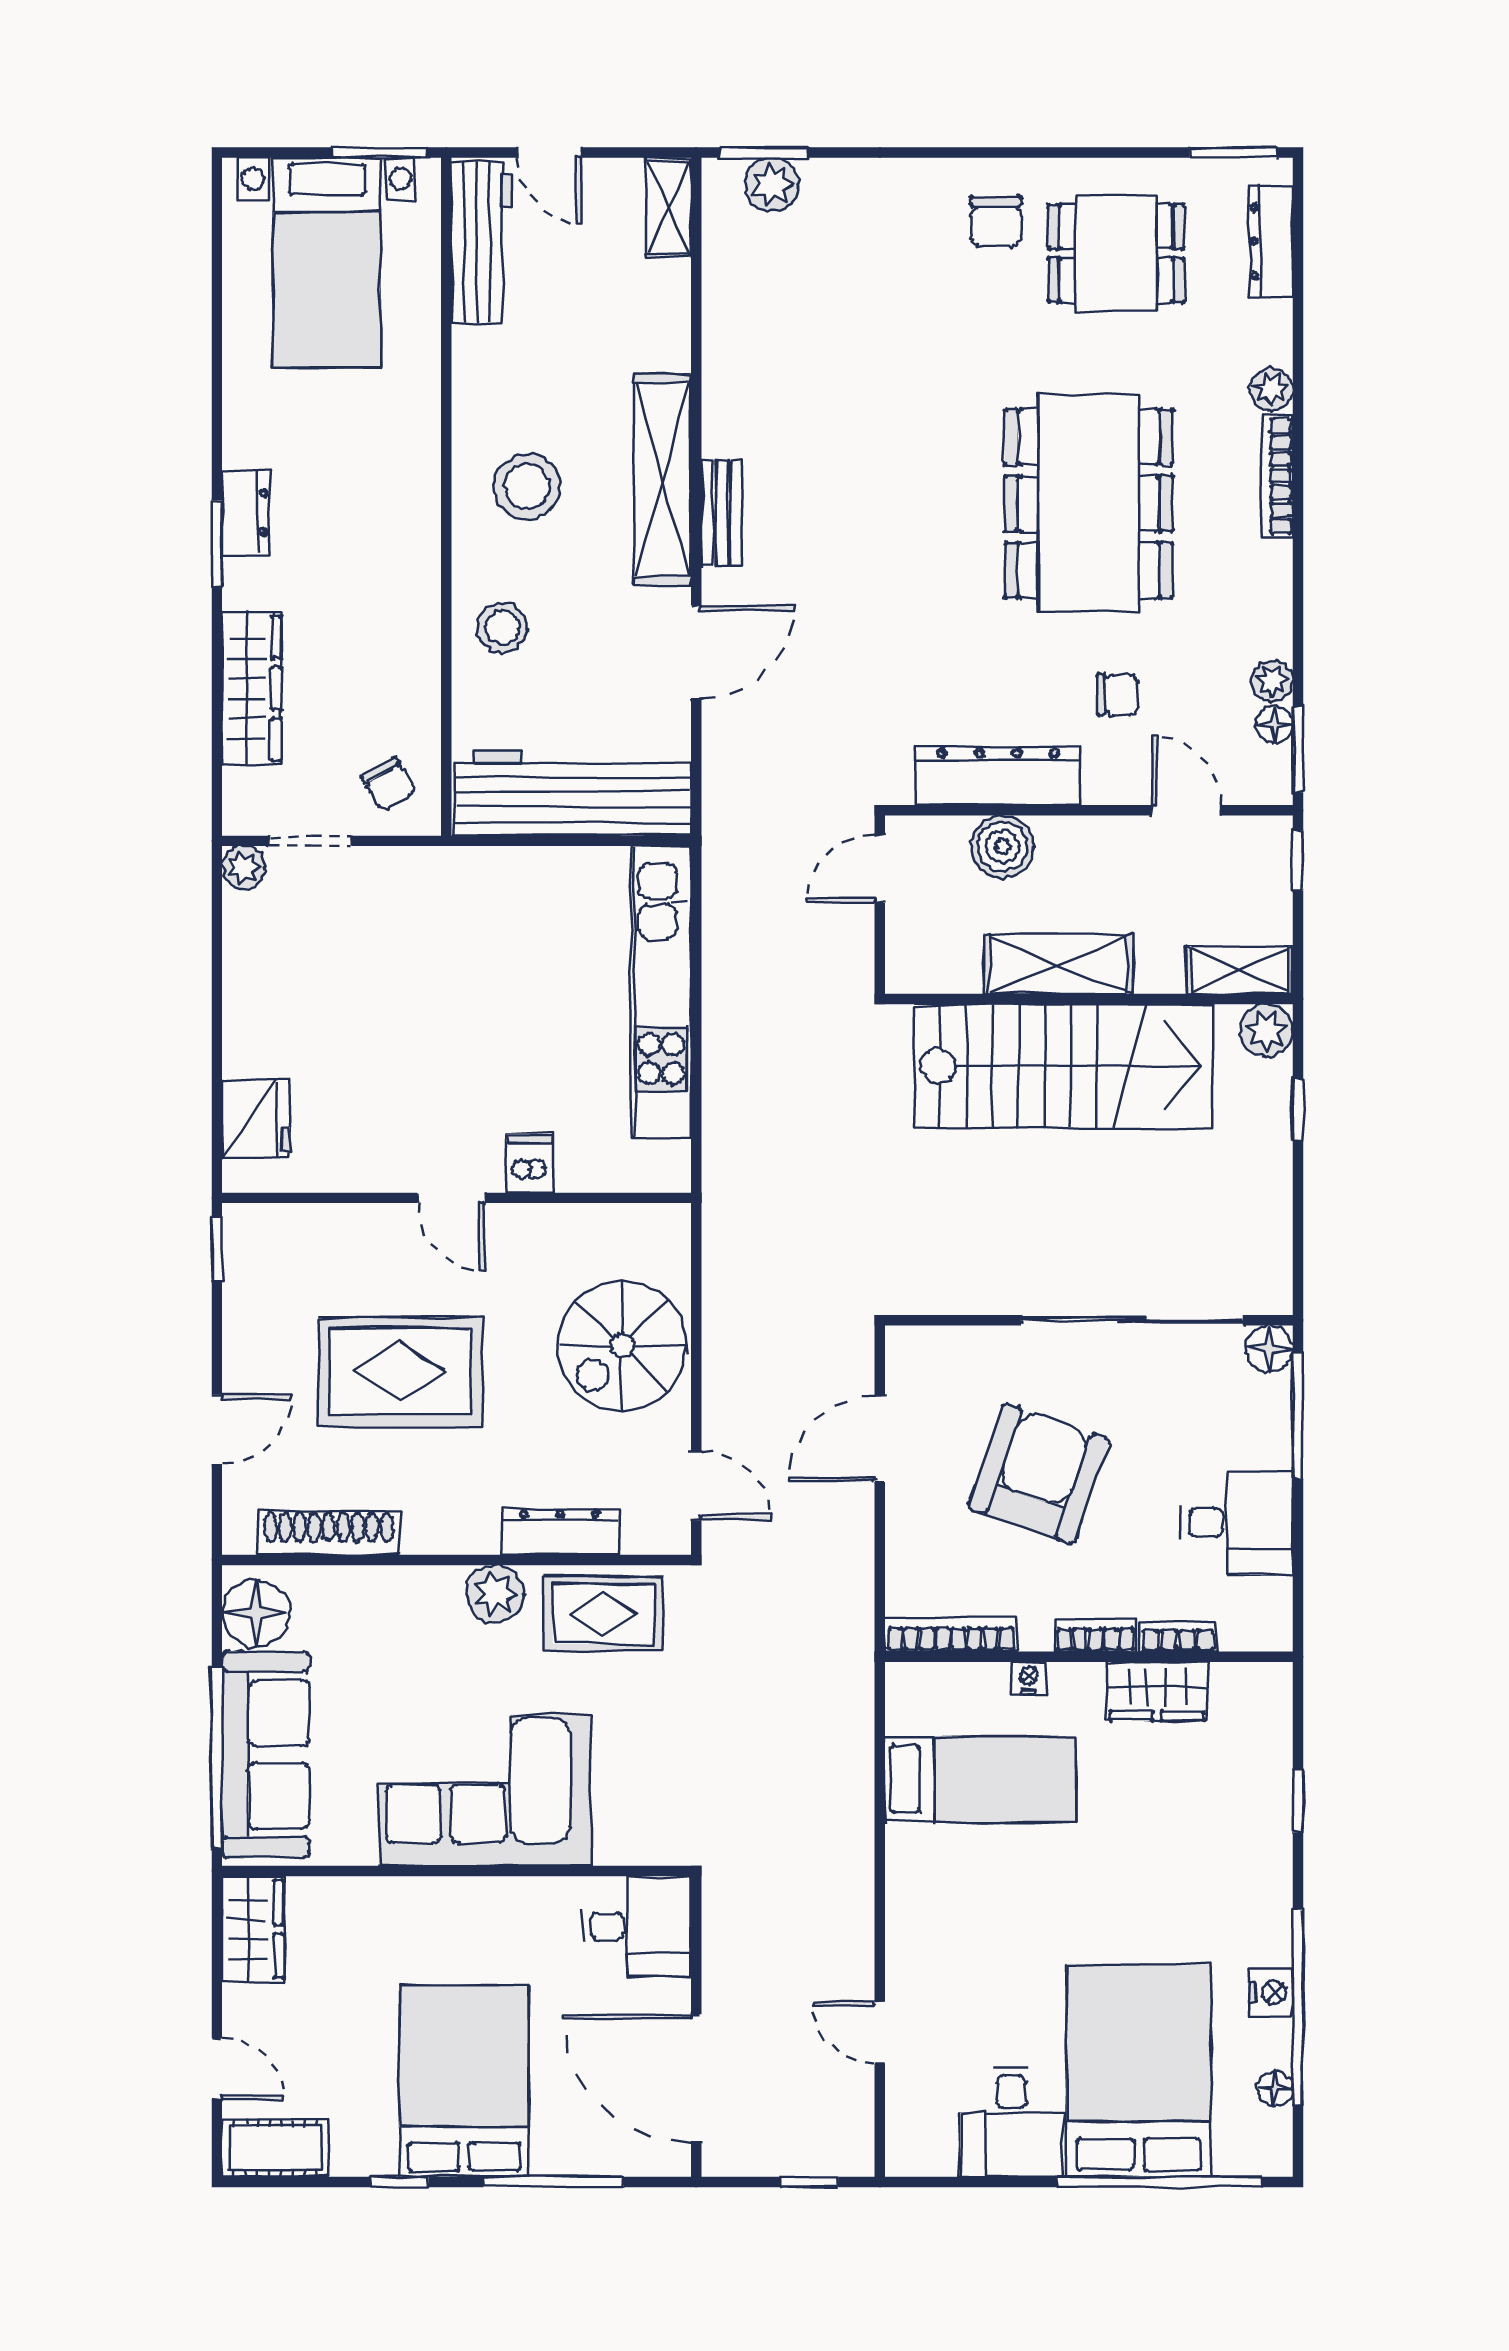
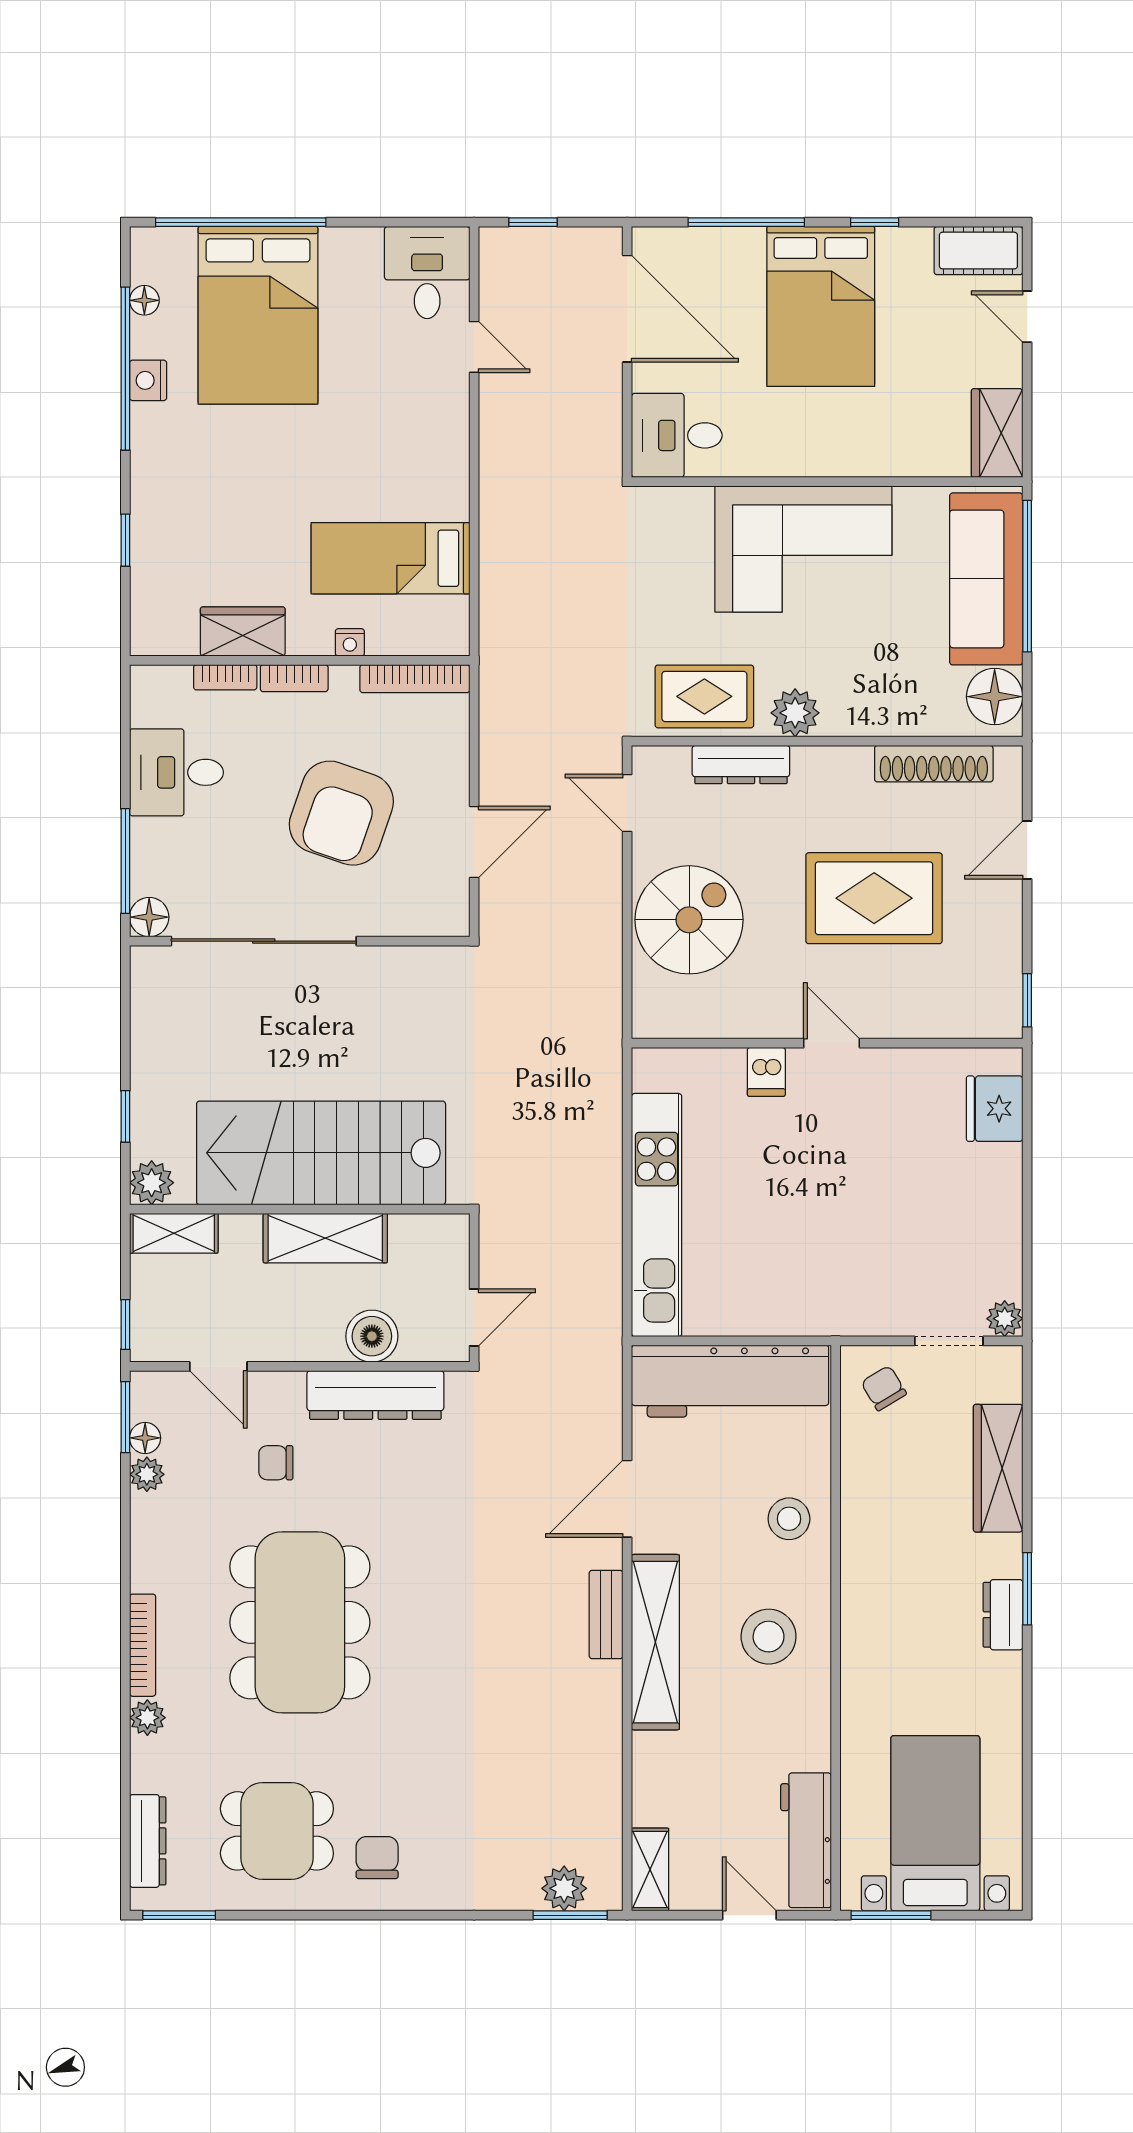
desk: (1012, 2122) -> (427, 273), moved

